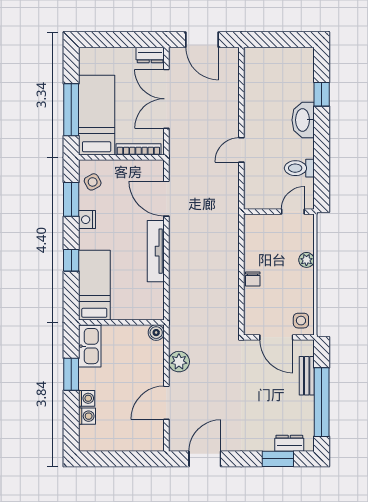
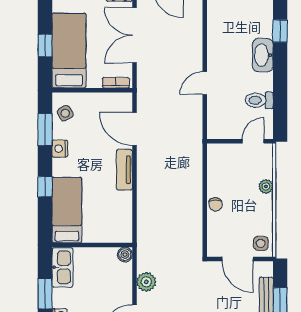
window: (71, 110) -> (45, 46), width x0.46
bookcase: (138, 149) -> (116, 83), width x0.64
tv unit: (156, 251) -> (124, 170), width x0.71

